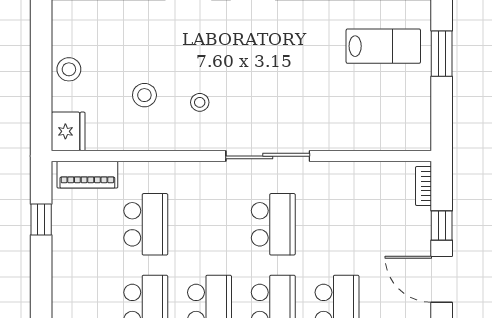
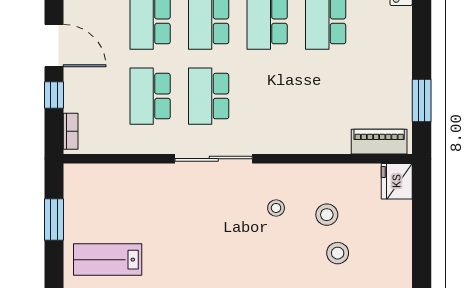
window: (442, 54) -> (54, 220), moved
stool: (69, 69) -> (338, 253), moved
window: (41, 219) -> (422, 101), width x1.50
school desk: (146, 224) -> (150, 96), moved

